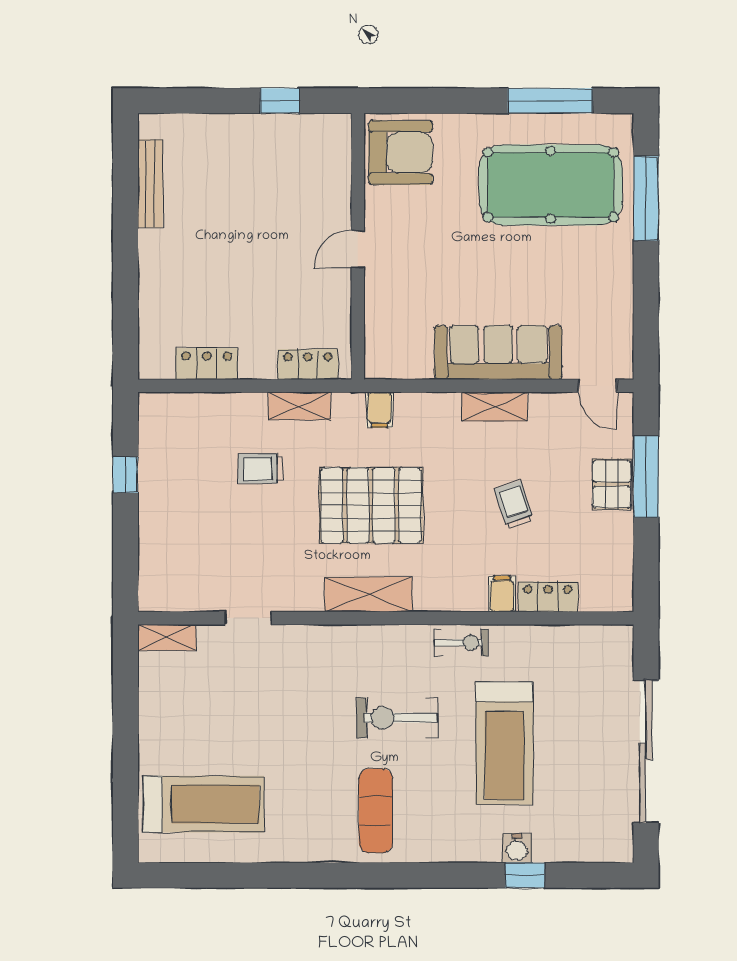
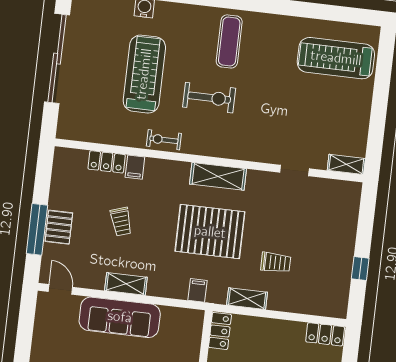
locker: (207, 364) -> (325, 334), moved
locker: (308, 364) -> (220, 331), moved, turned -90

